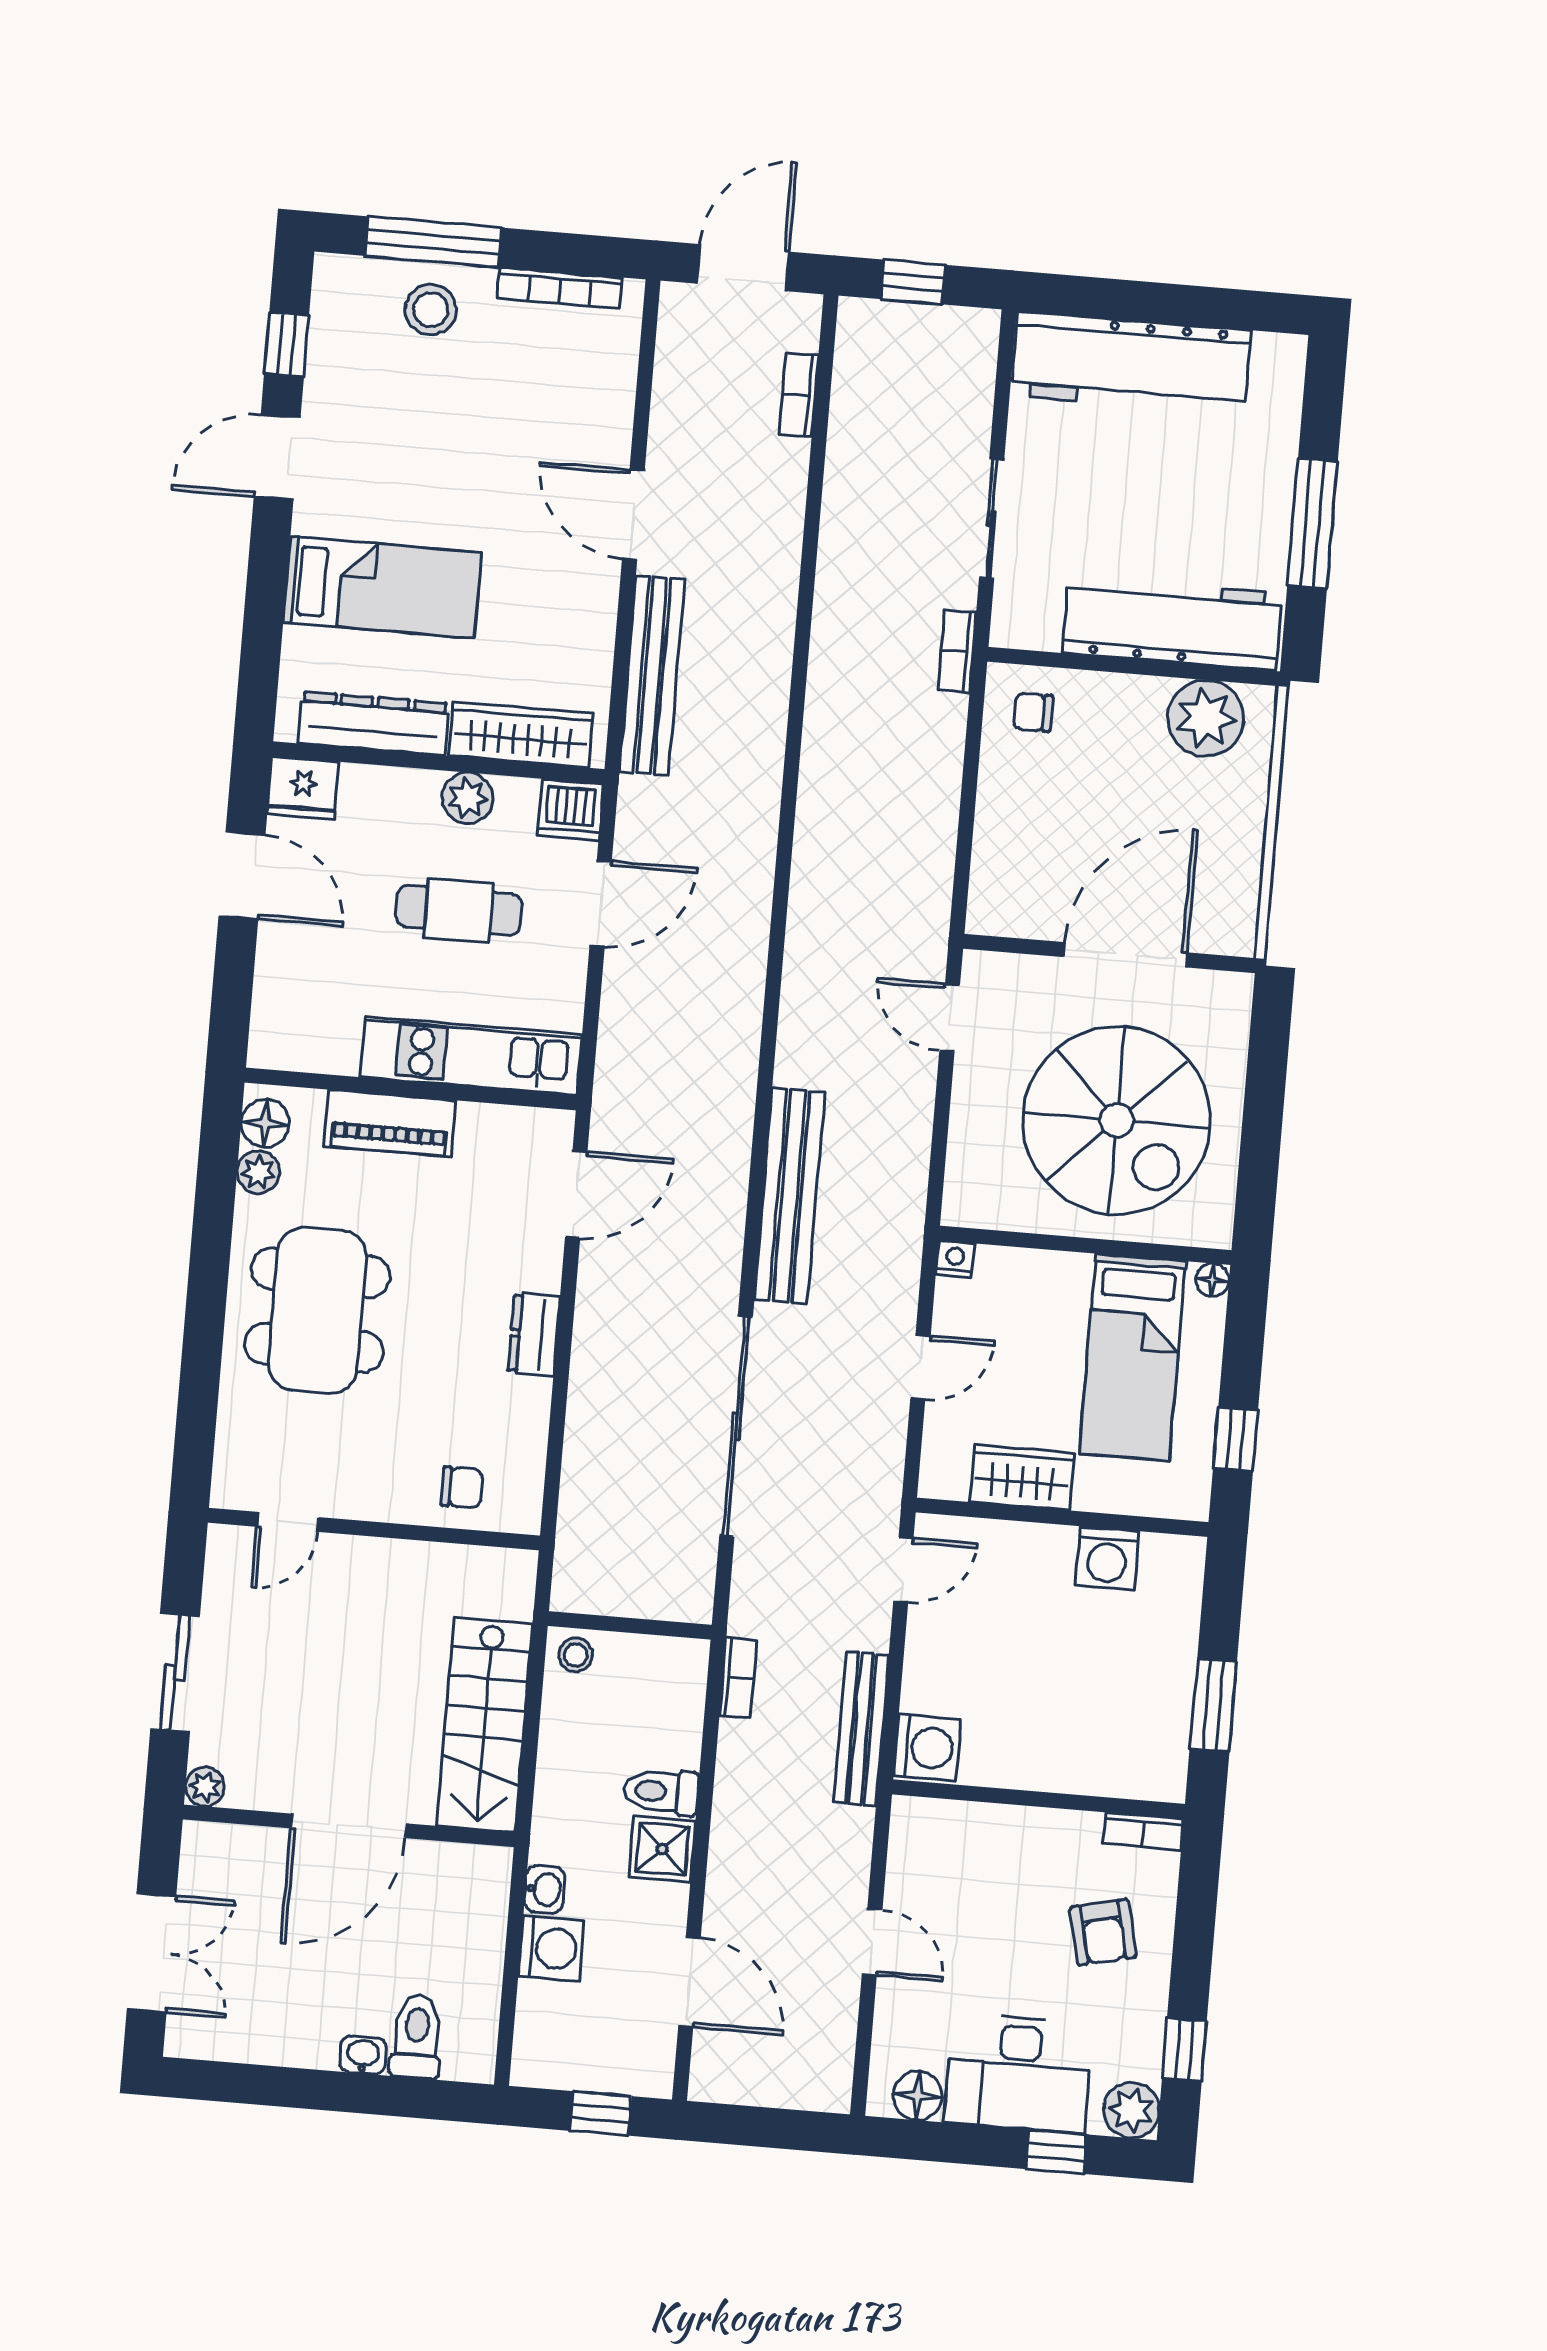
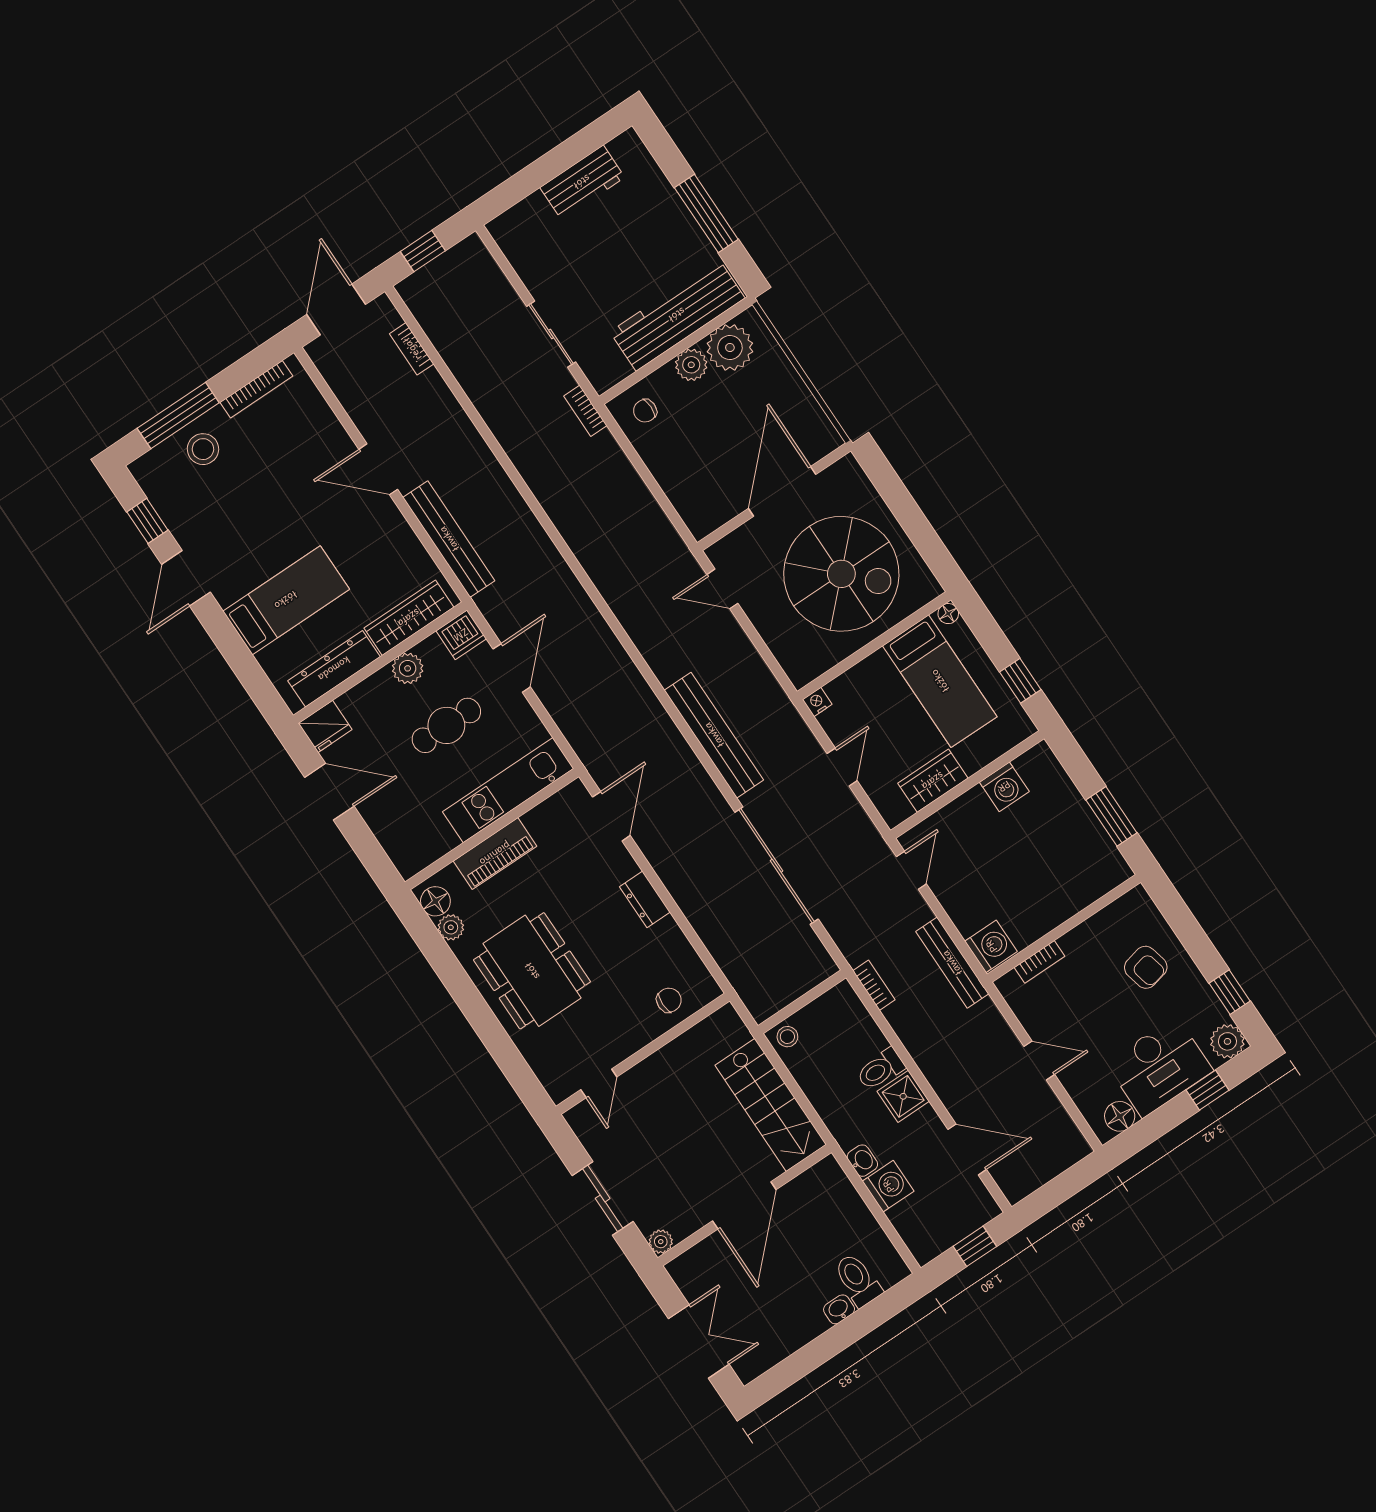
workbench: (1131, 363) -> (582, 182), width x0.53, depth x0.76
plant: (1139, 701) -> (691, 365), added
bookcase: (1143, 1831) -> (1039, 962), moved

